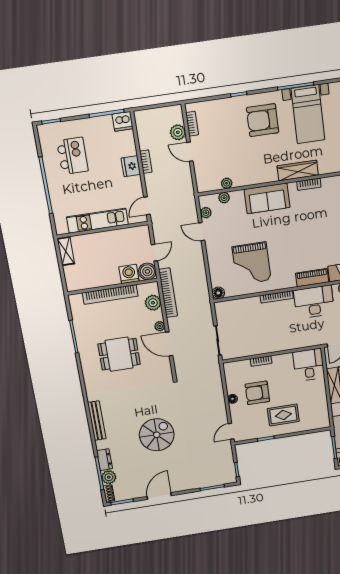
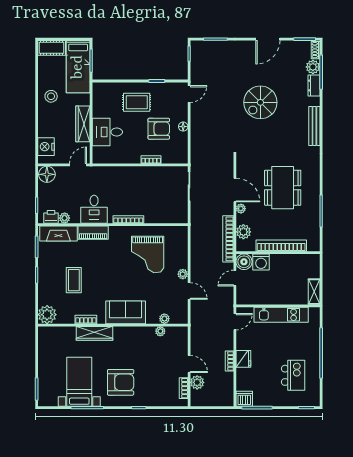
kitchen island: (72, 156) -> (293, 375), turned 180
plant: (206, 213) -> (183, 274), moved
coffee table: (327, 225) -> (74, 280), added
grand piano: (252, 263) -> (148, 255), turned 180
floor lamp: (218, 293) -> (182, 232), removed
desk: (314, 302) -> (94, 209), width x0.73
dining table: (119, 354) -> (283, 188), width x1.38
desk: (309, 365) -> (107, 132), moved, turned 90

